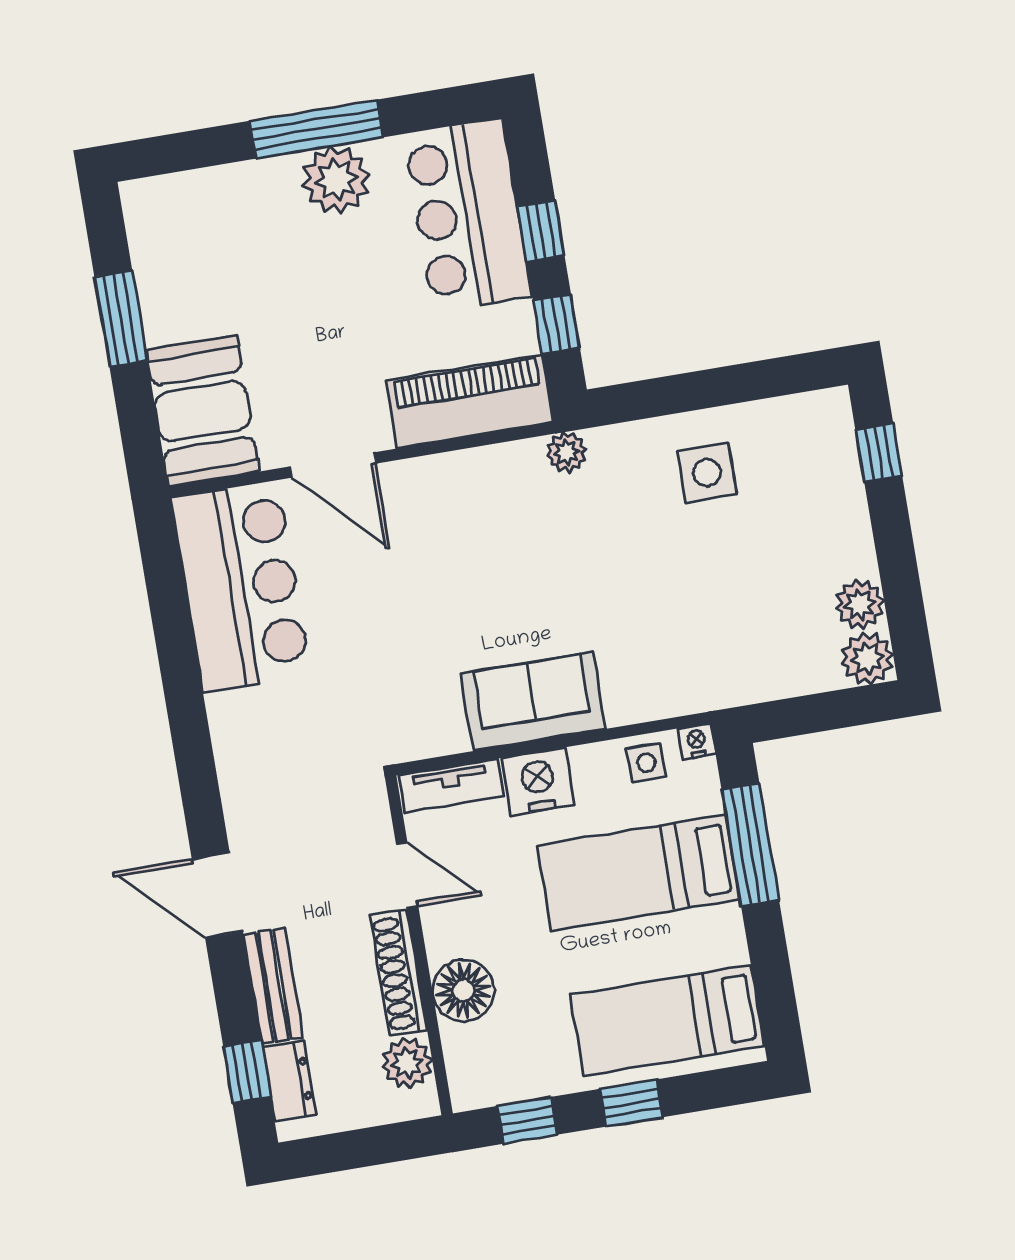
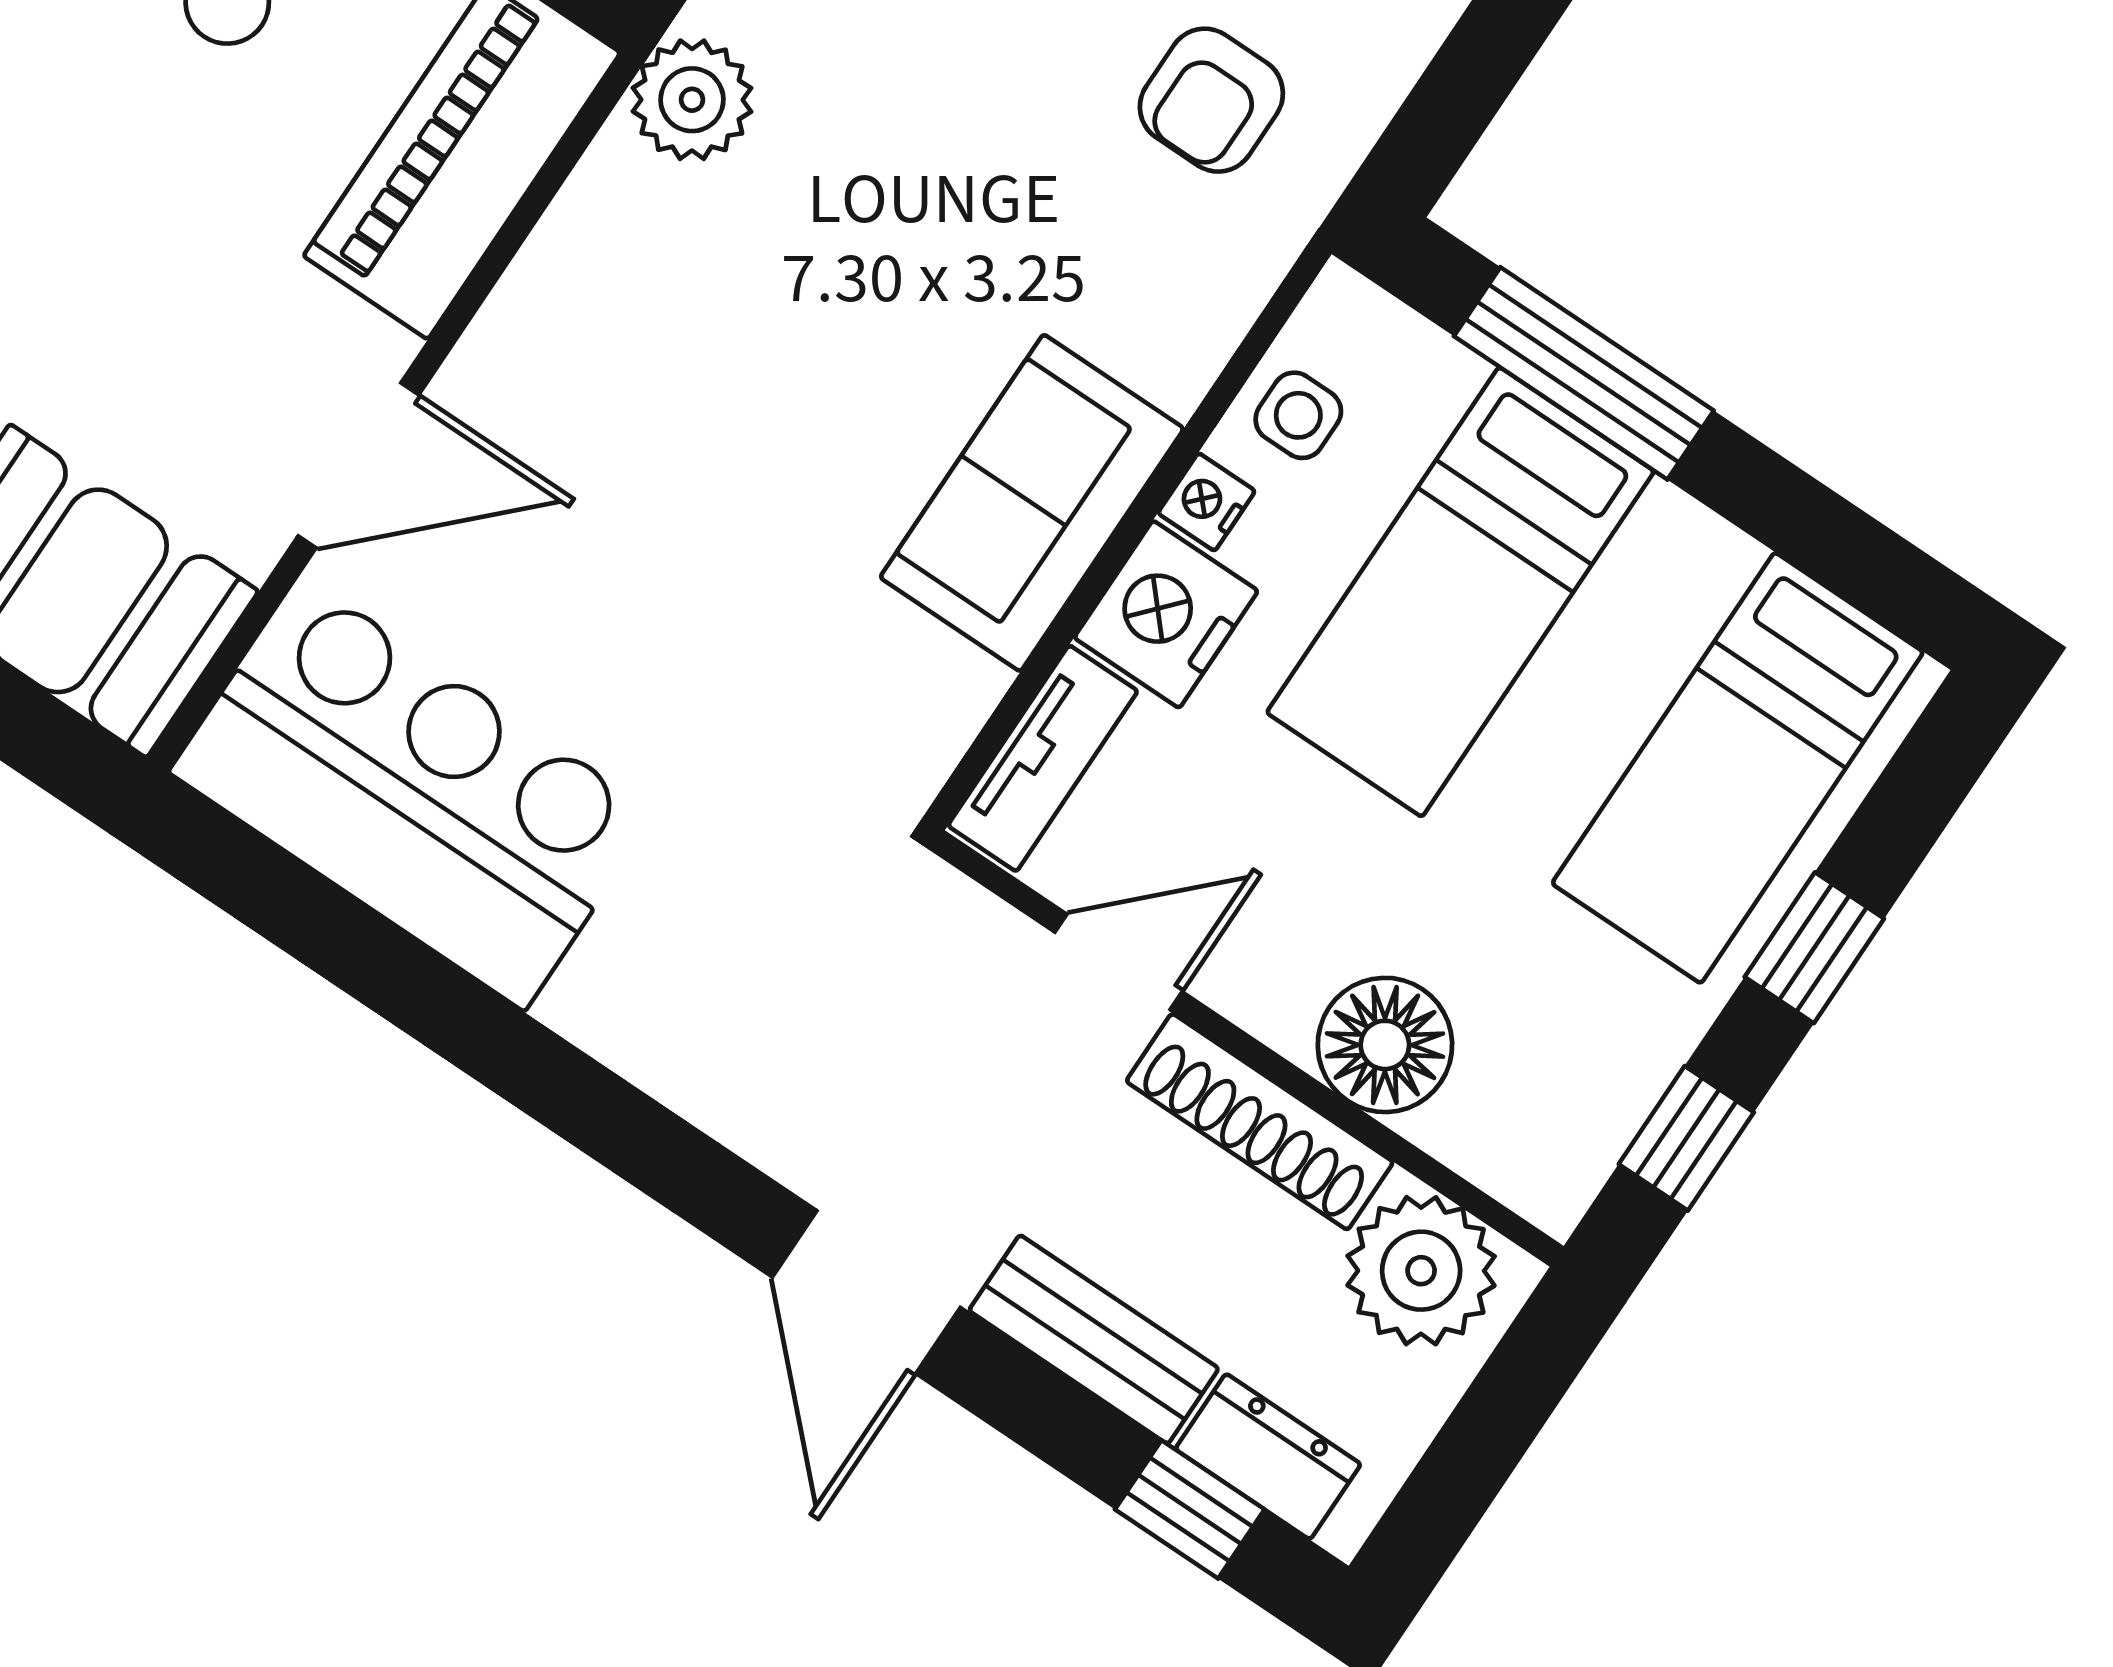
plant: (566, 452) -> (692, 100), width x1.38, depth x1.38
armchair: (724, 634) -> (1211, 100), added
nightstand: (697, 741) -> (1207, 502), moved
door: (217, 895) -> (866, 1292), hinge flipped
plant: (407, 1063) -> (1421, 1271), width x1.36, depth x1.36

